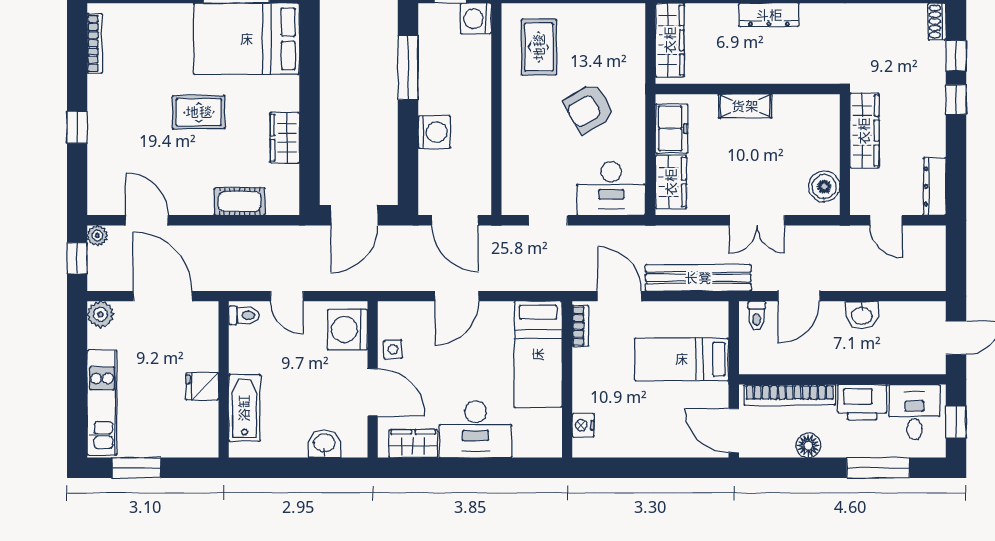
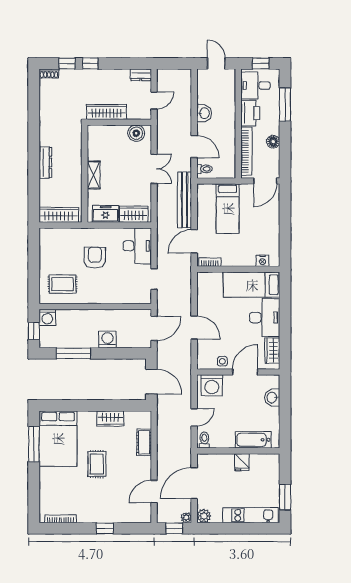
armchair: (589, 108) -> (95, 258), turned -150
dresser: (935, 186) -> (141, 75), width x0.70
plant: (97, 235) -> (186, 518), moved
bed: (538, 354) -> (252, 285), moved, turned 180

